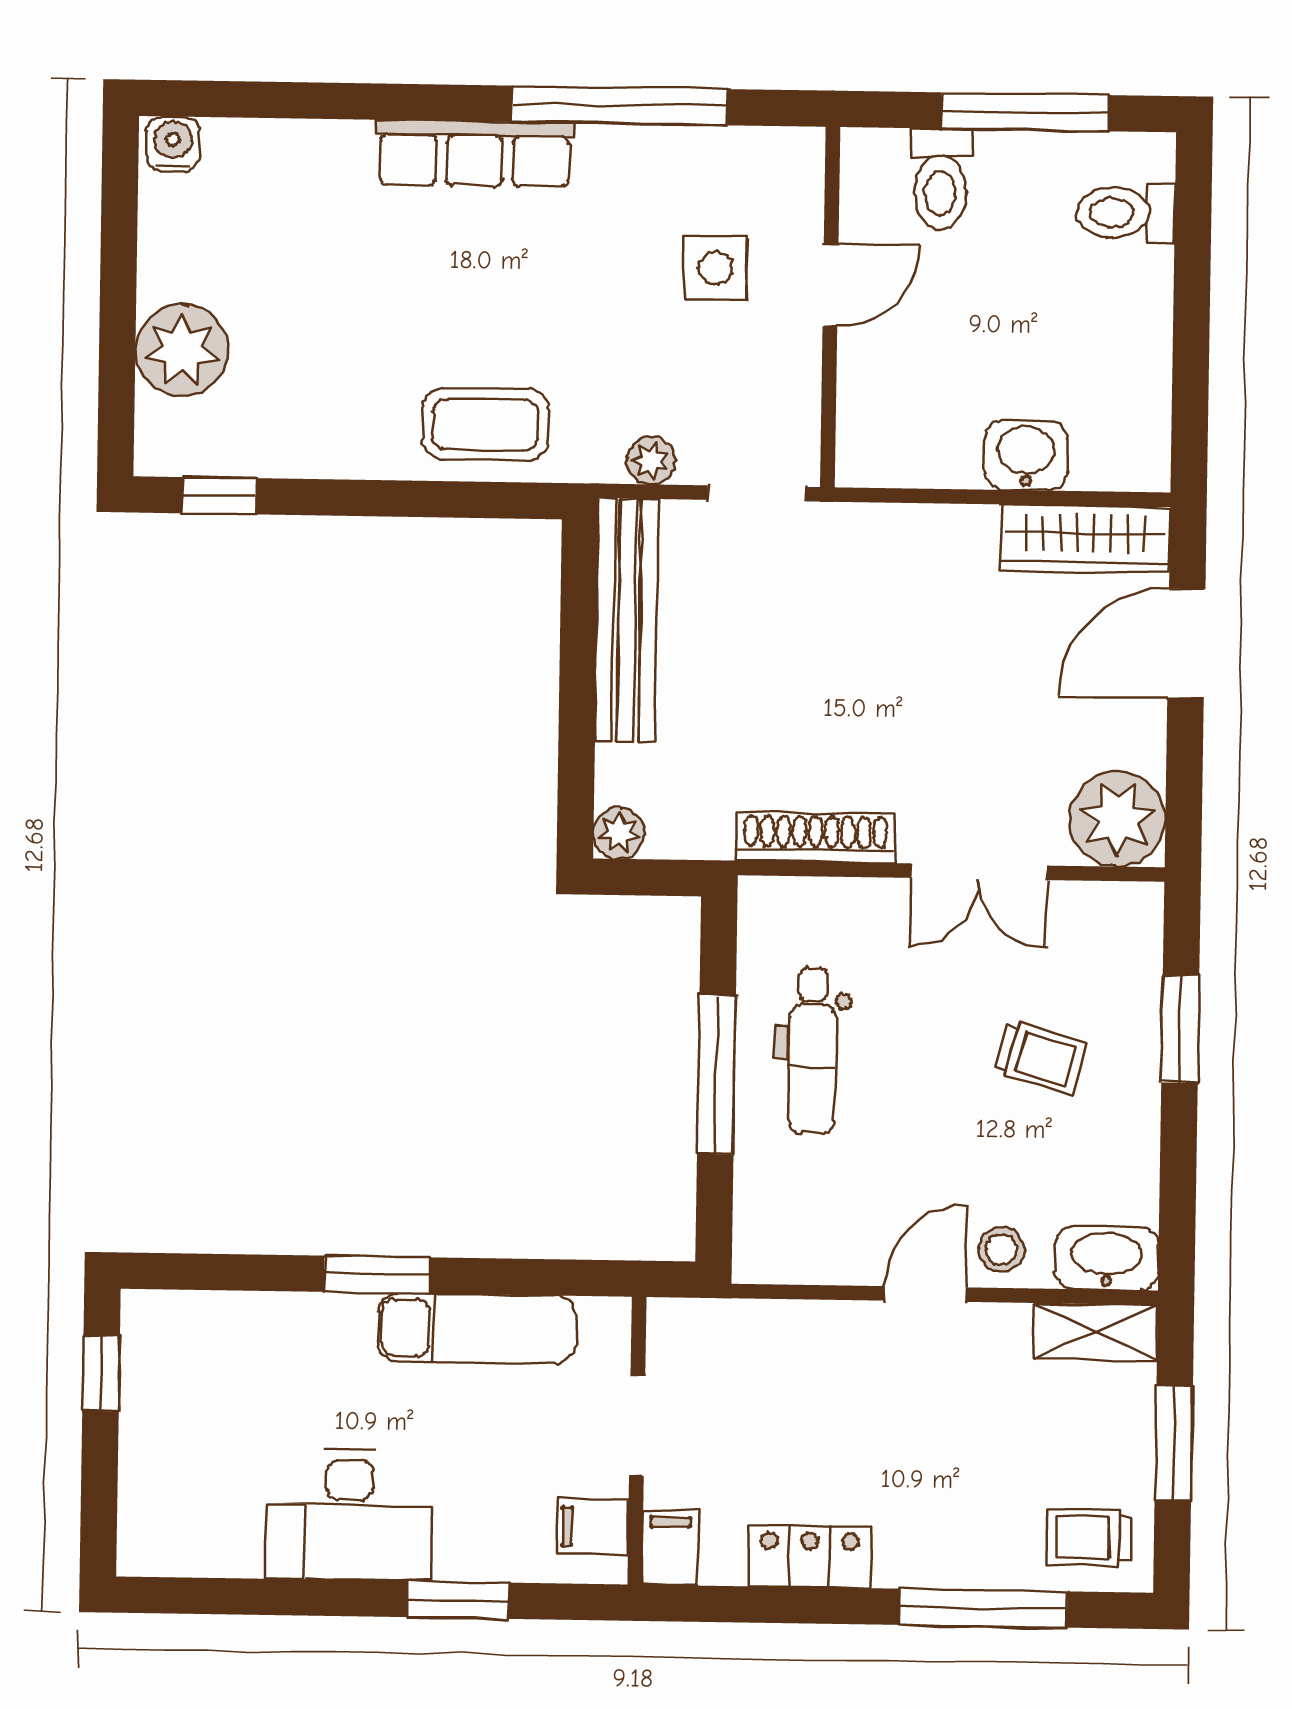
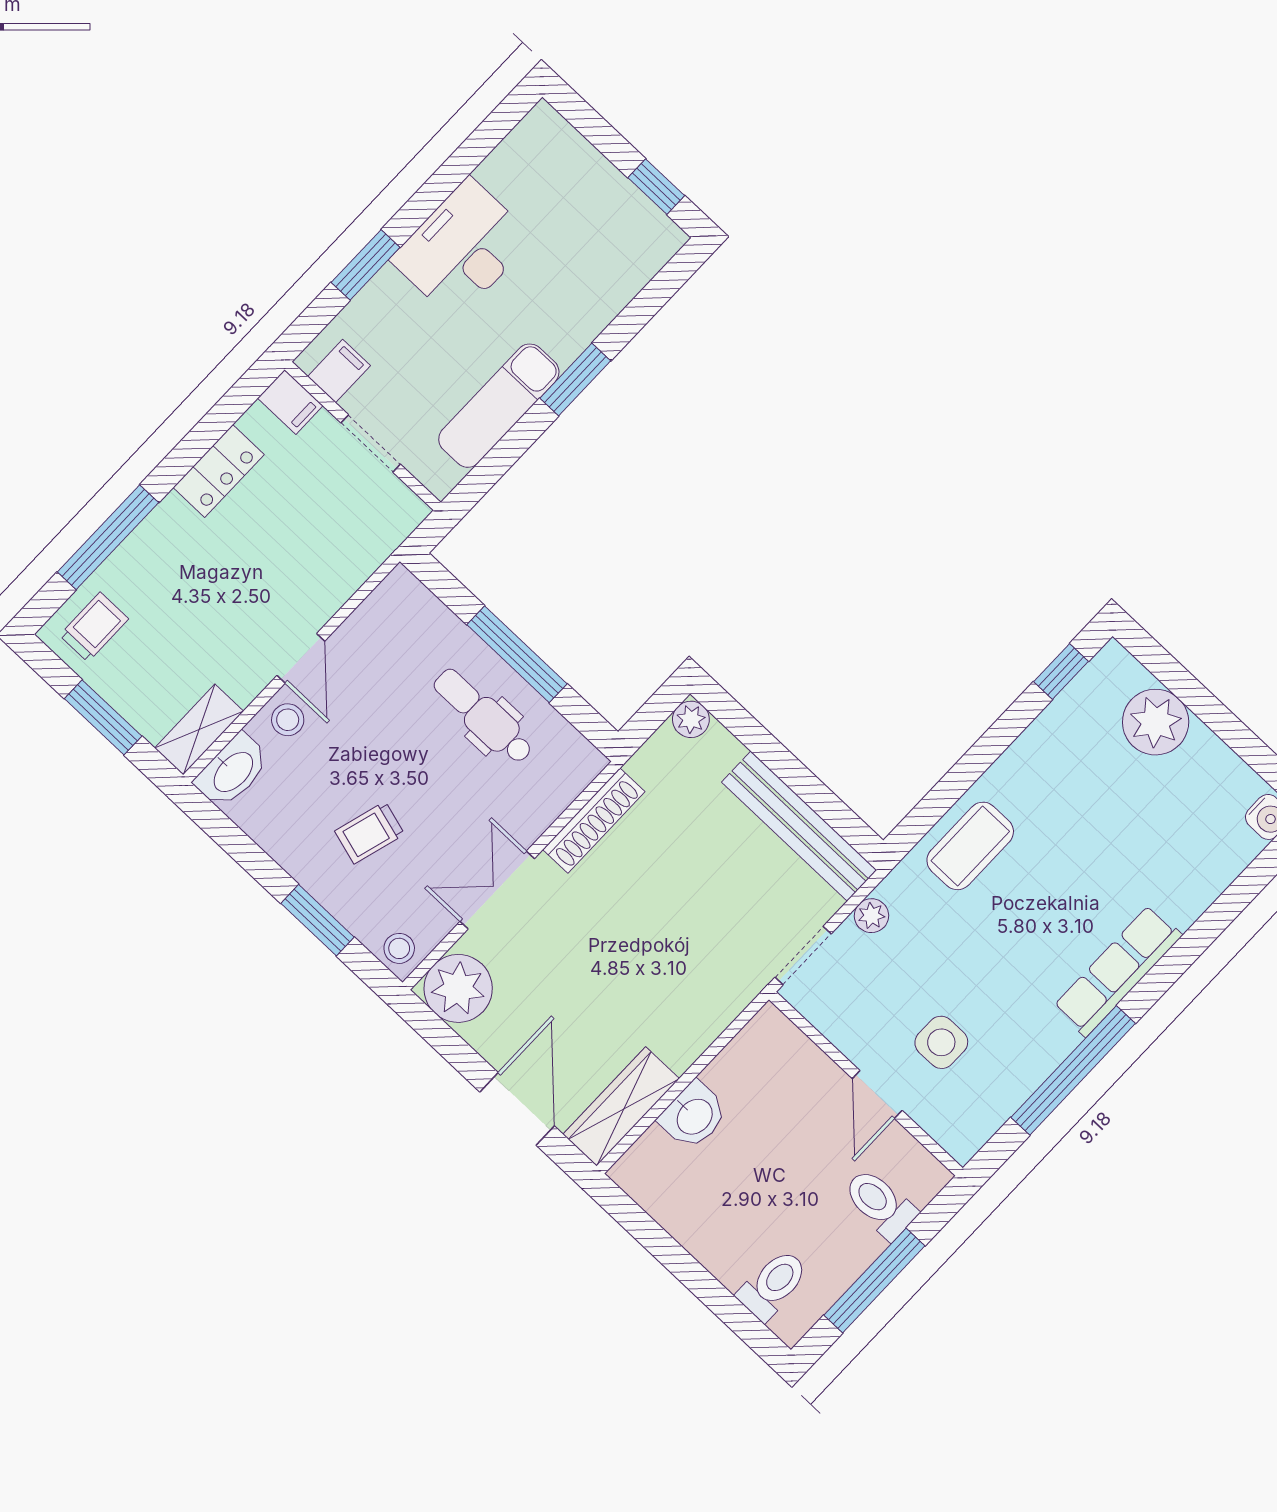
stool: (1132, 918) -> (399, 948), added

